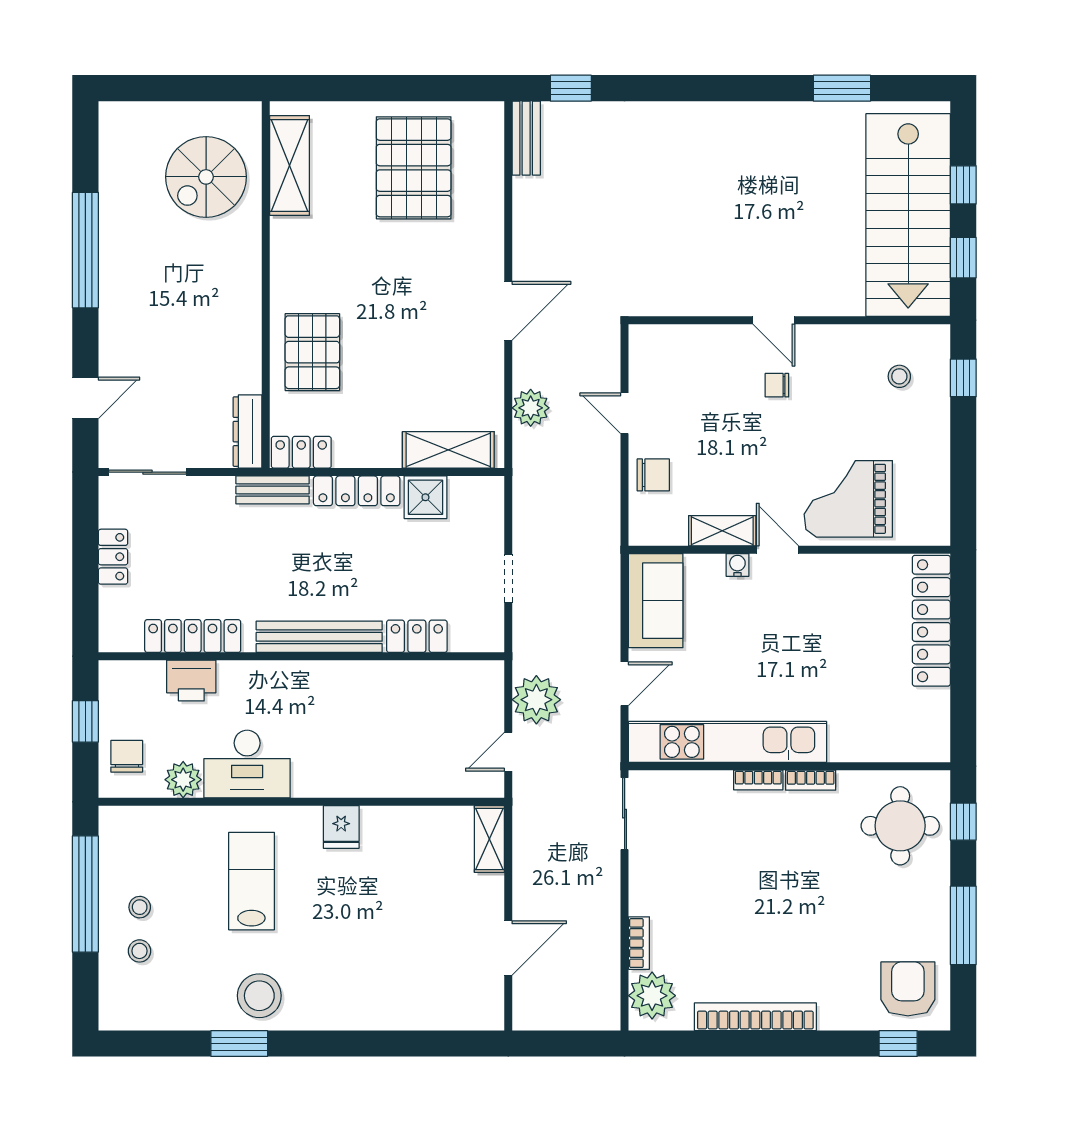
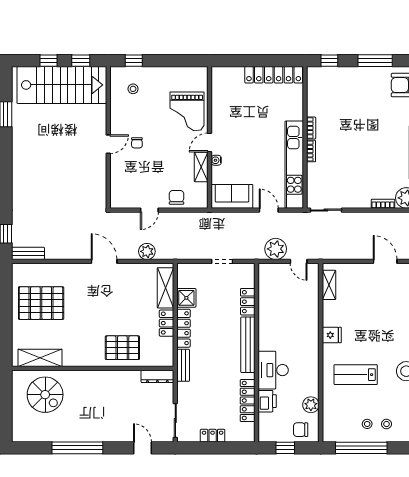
locker: (301, 452) -> (167, 323), moved
locker: (931, 621) -> (274, 75), moved
desk: (247, 764) -> (273, 370), moved, turned 180
round table: (900, 826) -> (331, 88), removed
shelving: (489, 839) -> (329, 285), moved, turned 90

